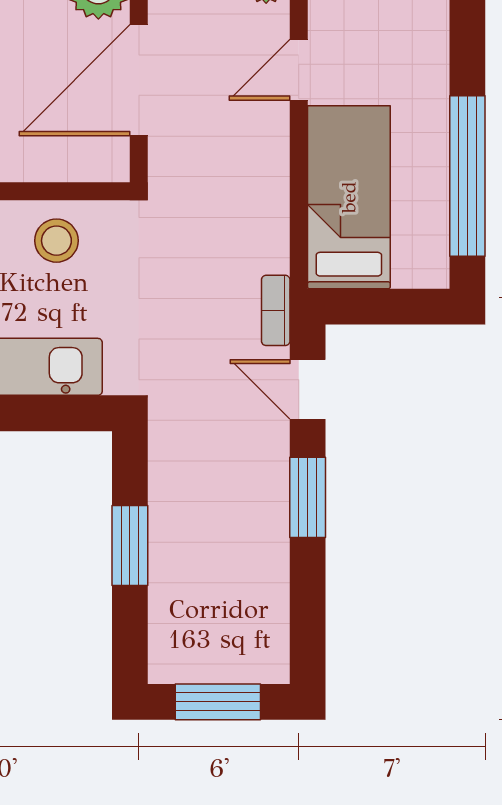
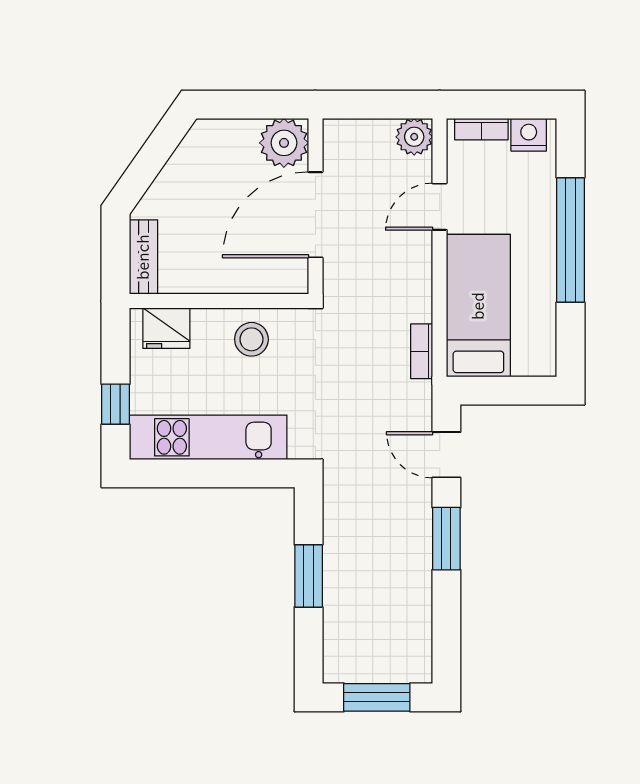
window: (467, 176) -> (570, 240), moved
bookcase: (276, 310) -> (422, 351), moved

